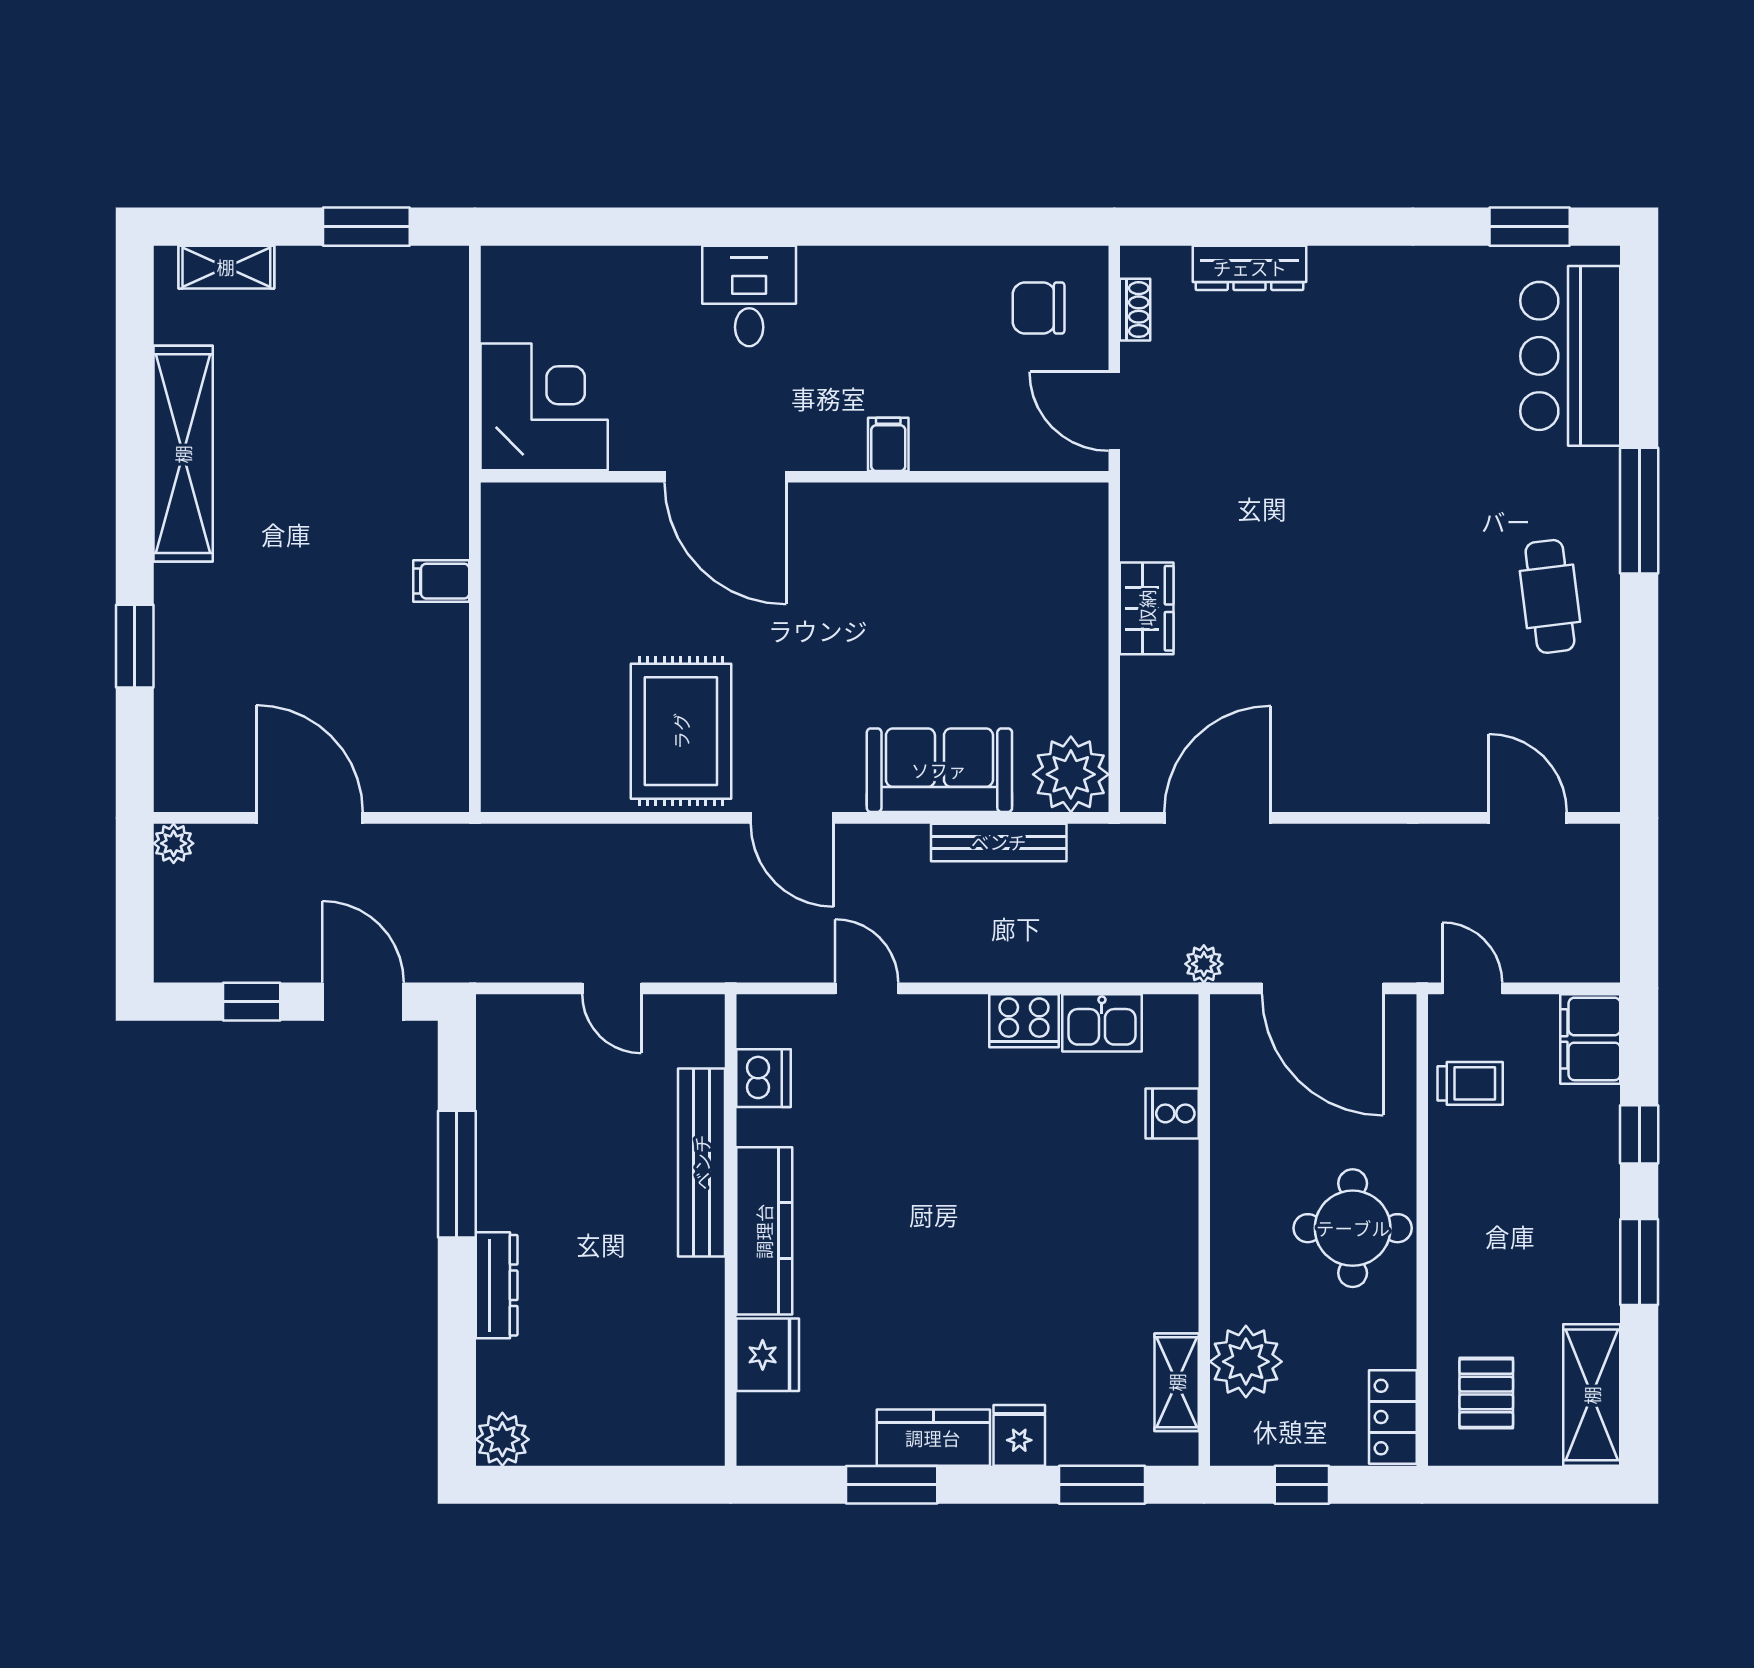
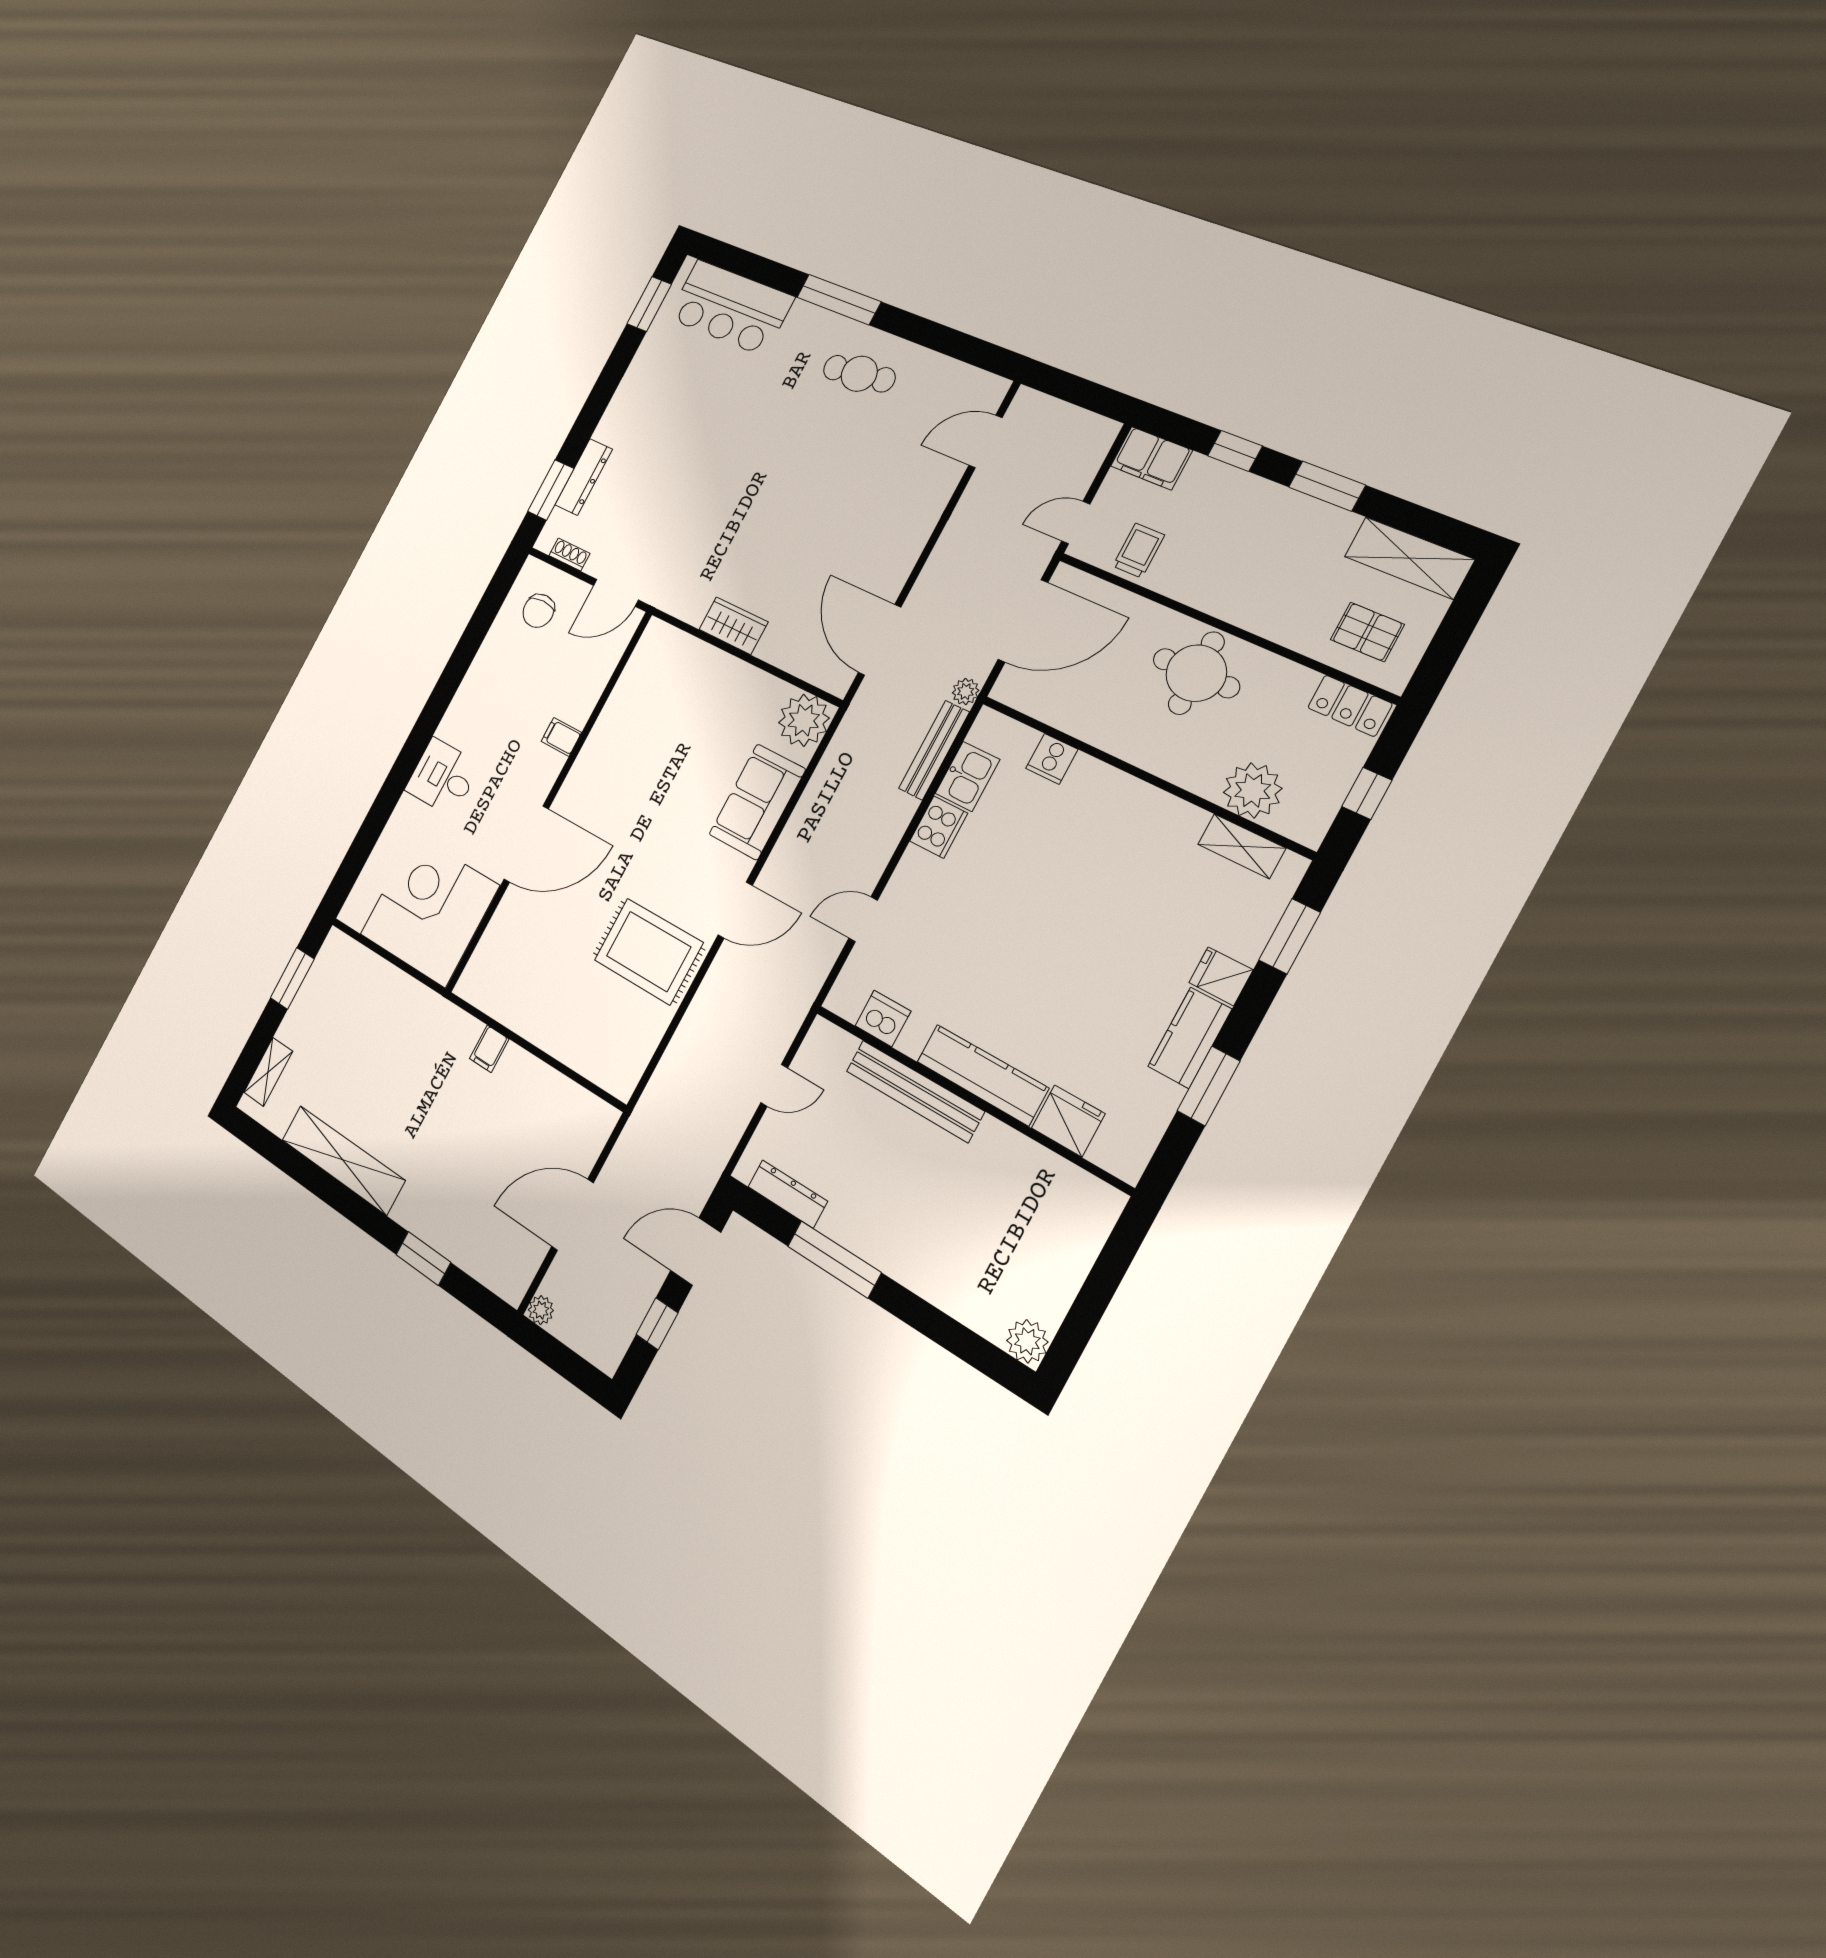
window: (1211, 227) -> (551, 490), added
corner desk: (544, 407) -> (429, 910), width x1.36, depth x1.36
bench: (999, 842) -> (934, 750), moved
dresser: (497, 1285) -> (788, 1194), moved

